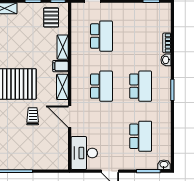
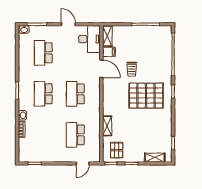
filing cabinet: (60, 66) -> (109, 52), moved
shelving: (62, 87) -> (107, 36), moved

